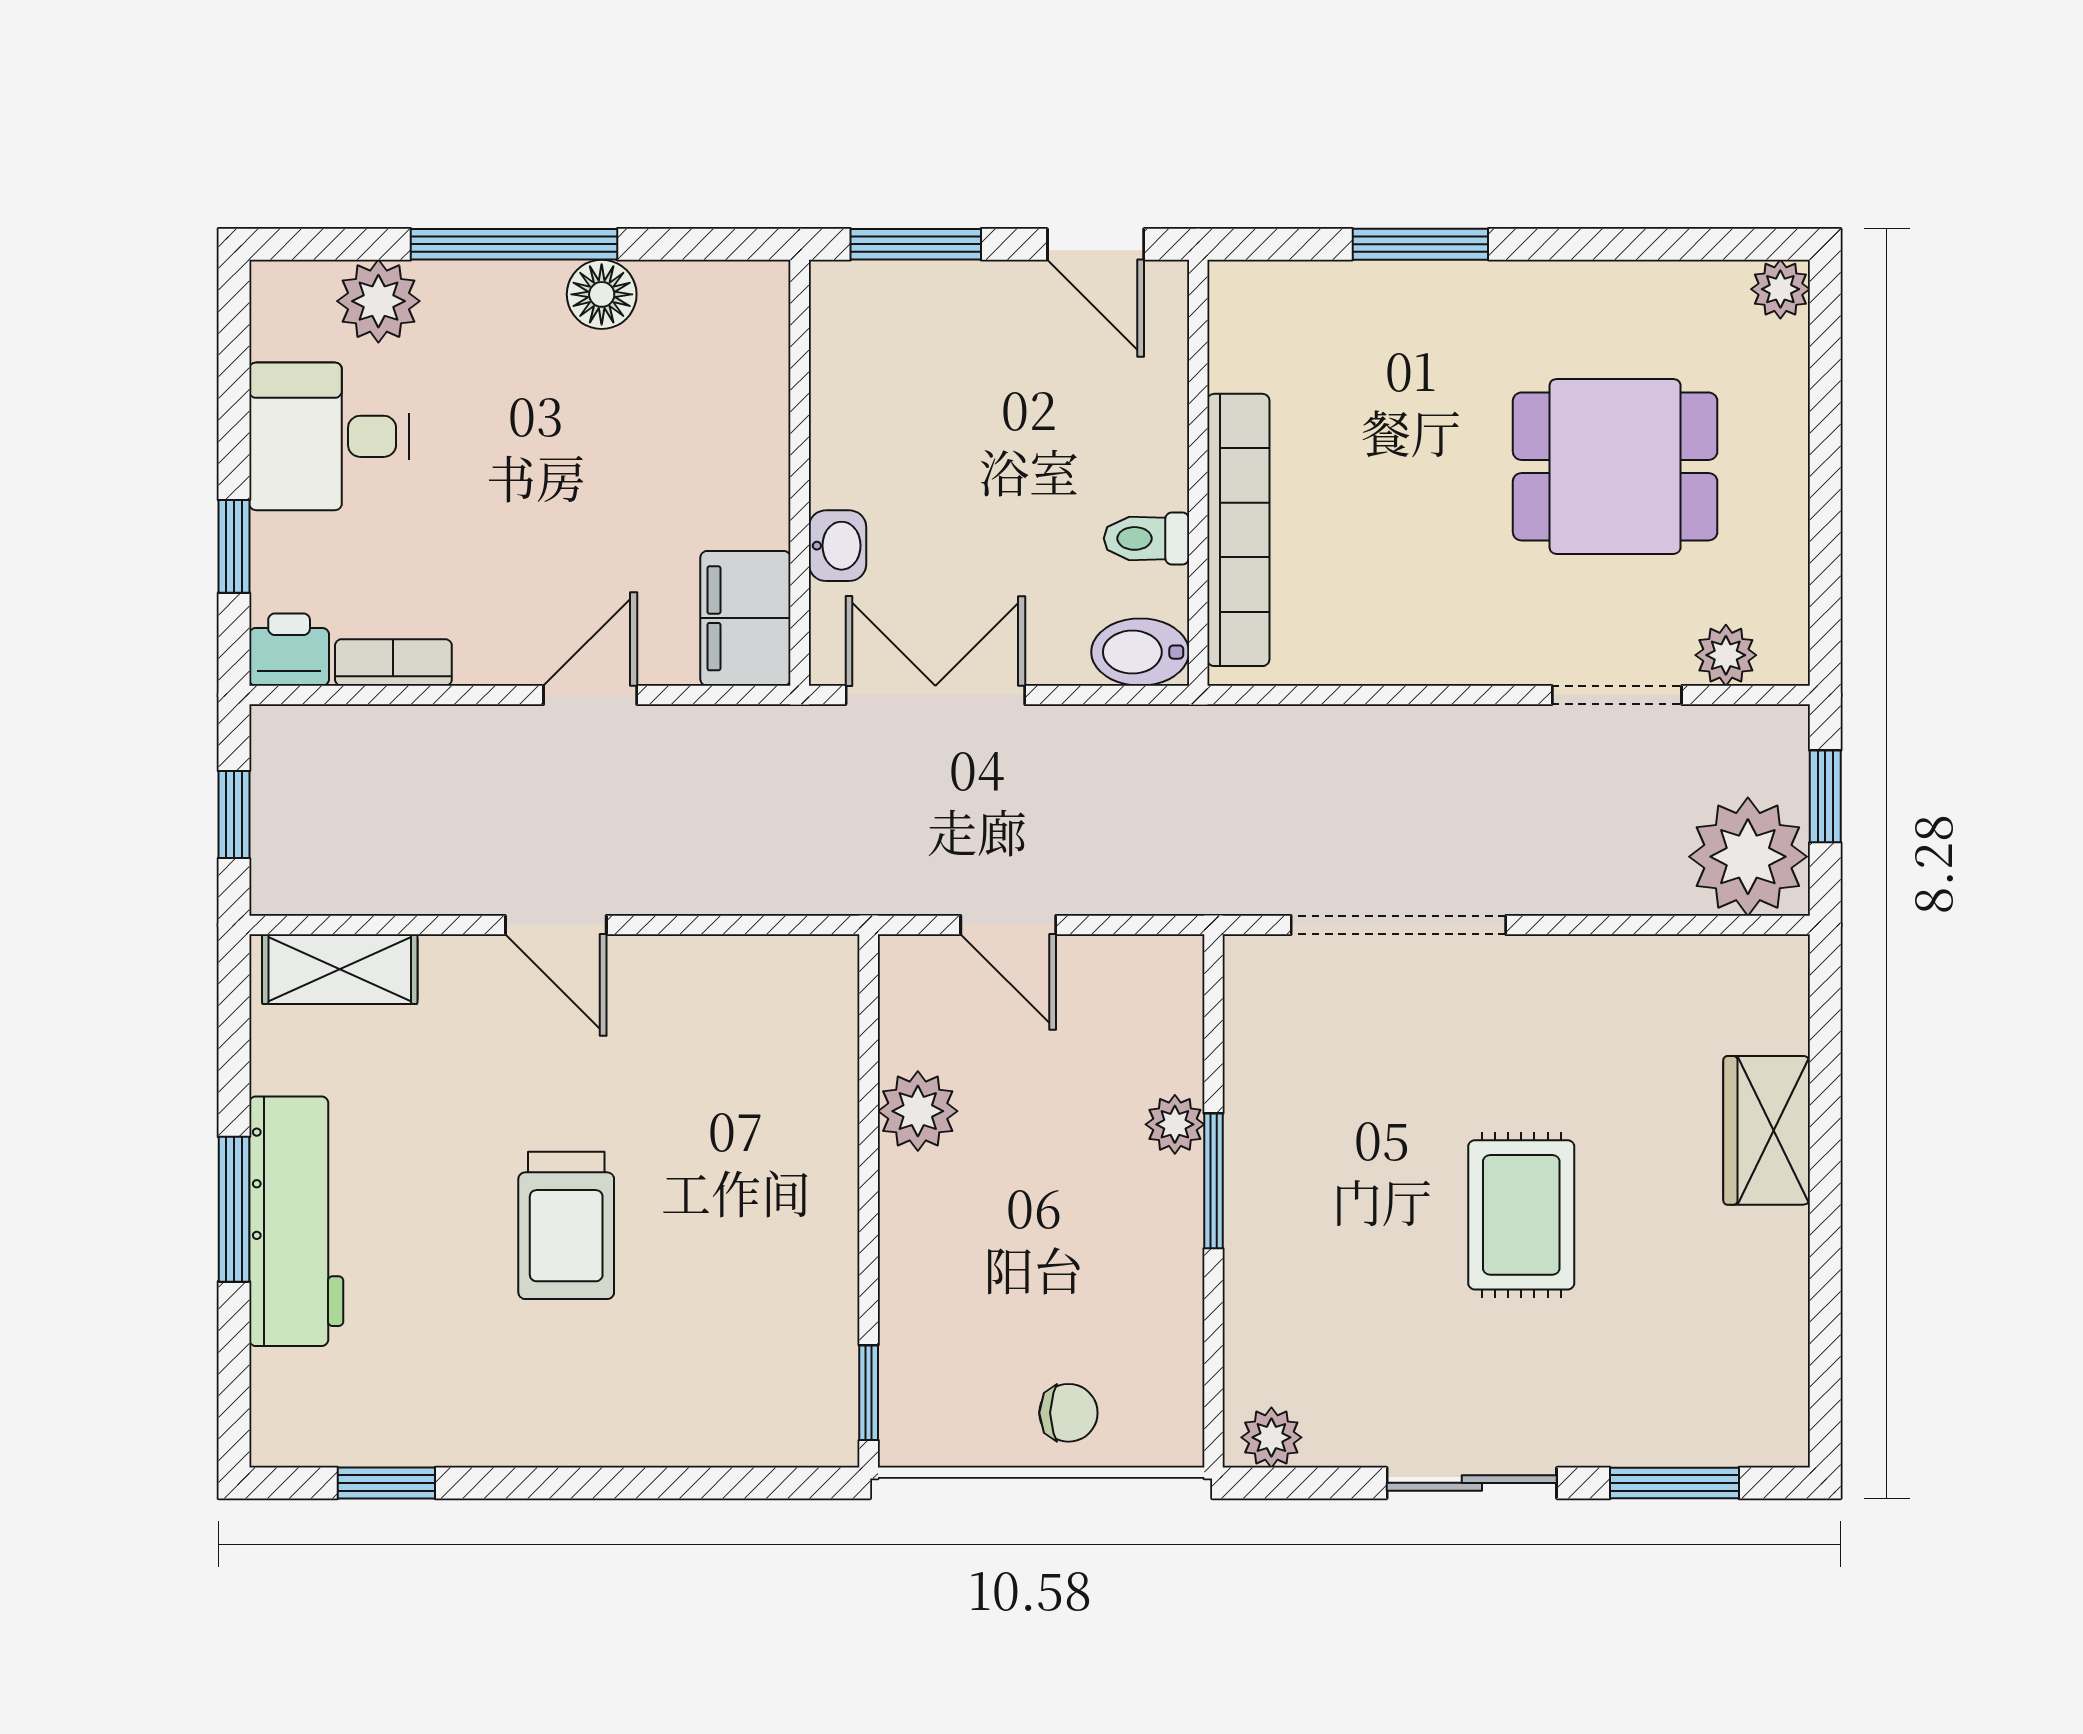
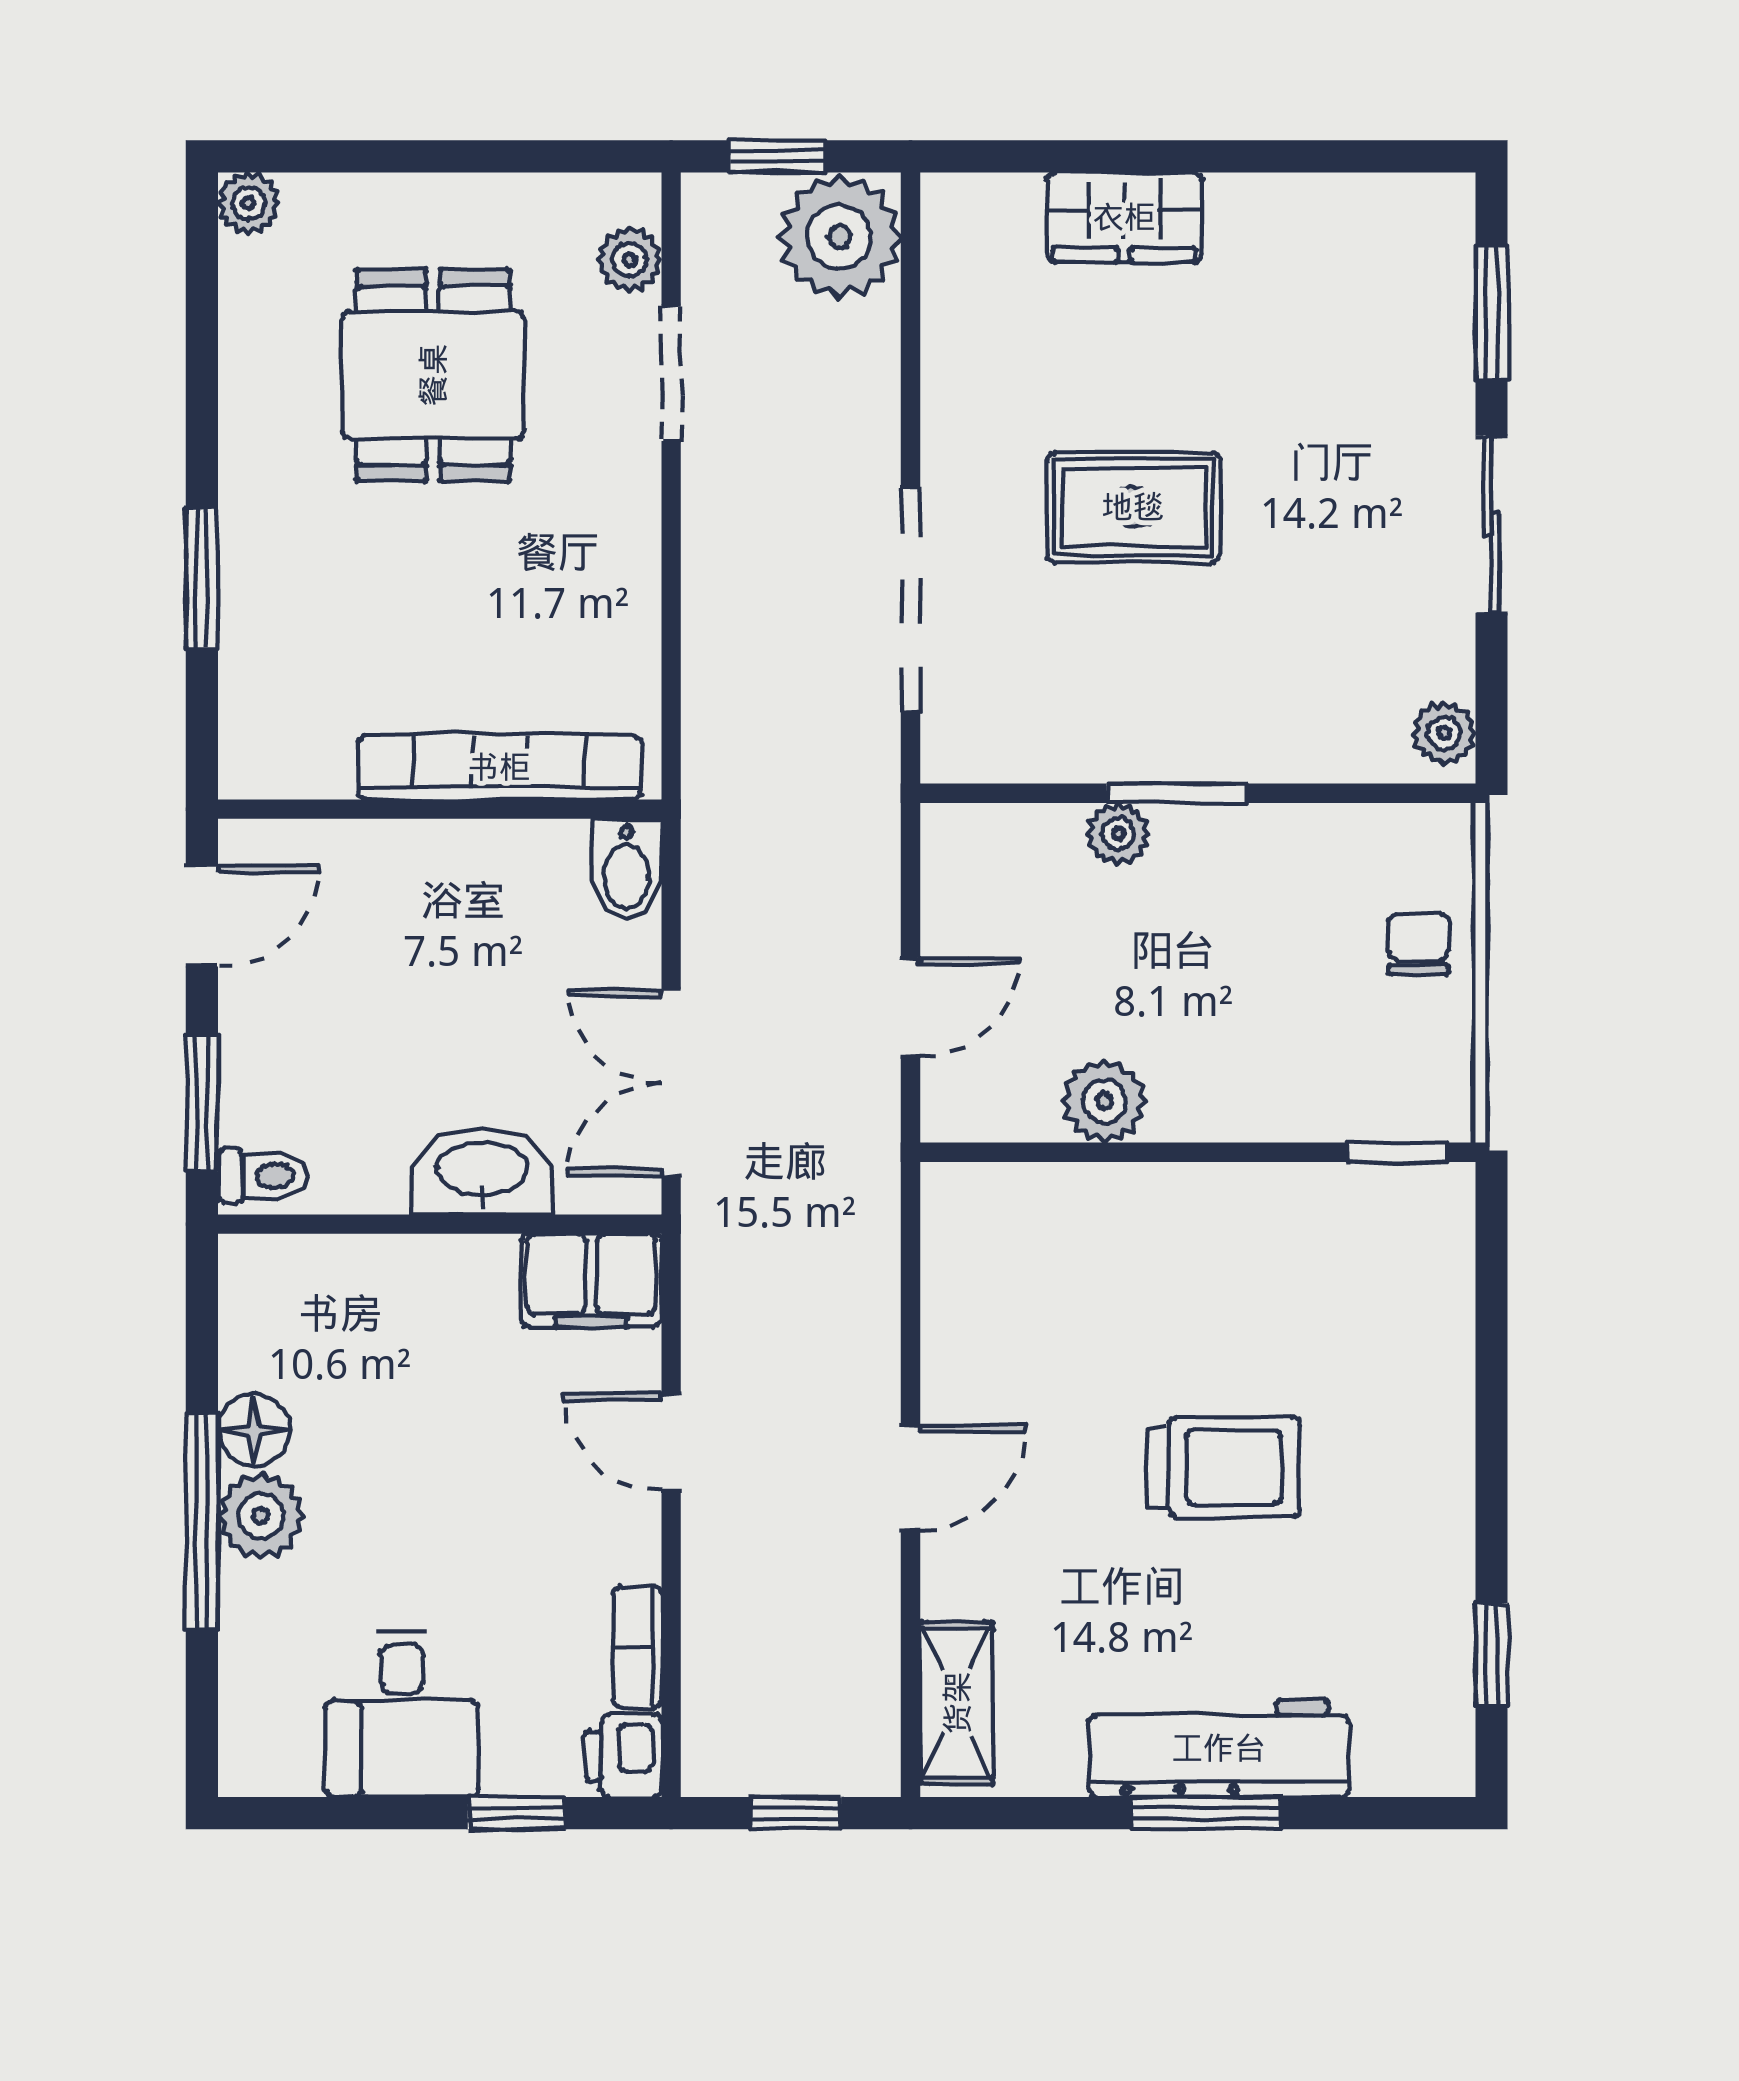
plant: (378, 301) -> (261, 1516), moved
toilet: (1146, 538) -> (262, 1176), moved, turned -90
washbasin: (837, 546) -> (482, 1171), width x1.91, depth x1.45
rug: (1521, 1215) -> (1133, 507), moved

